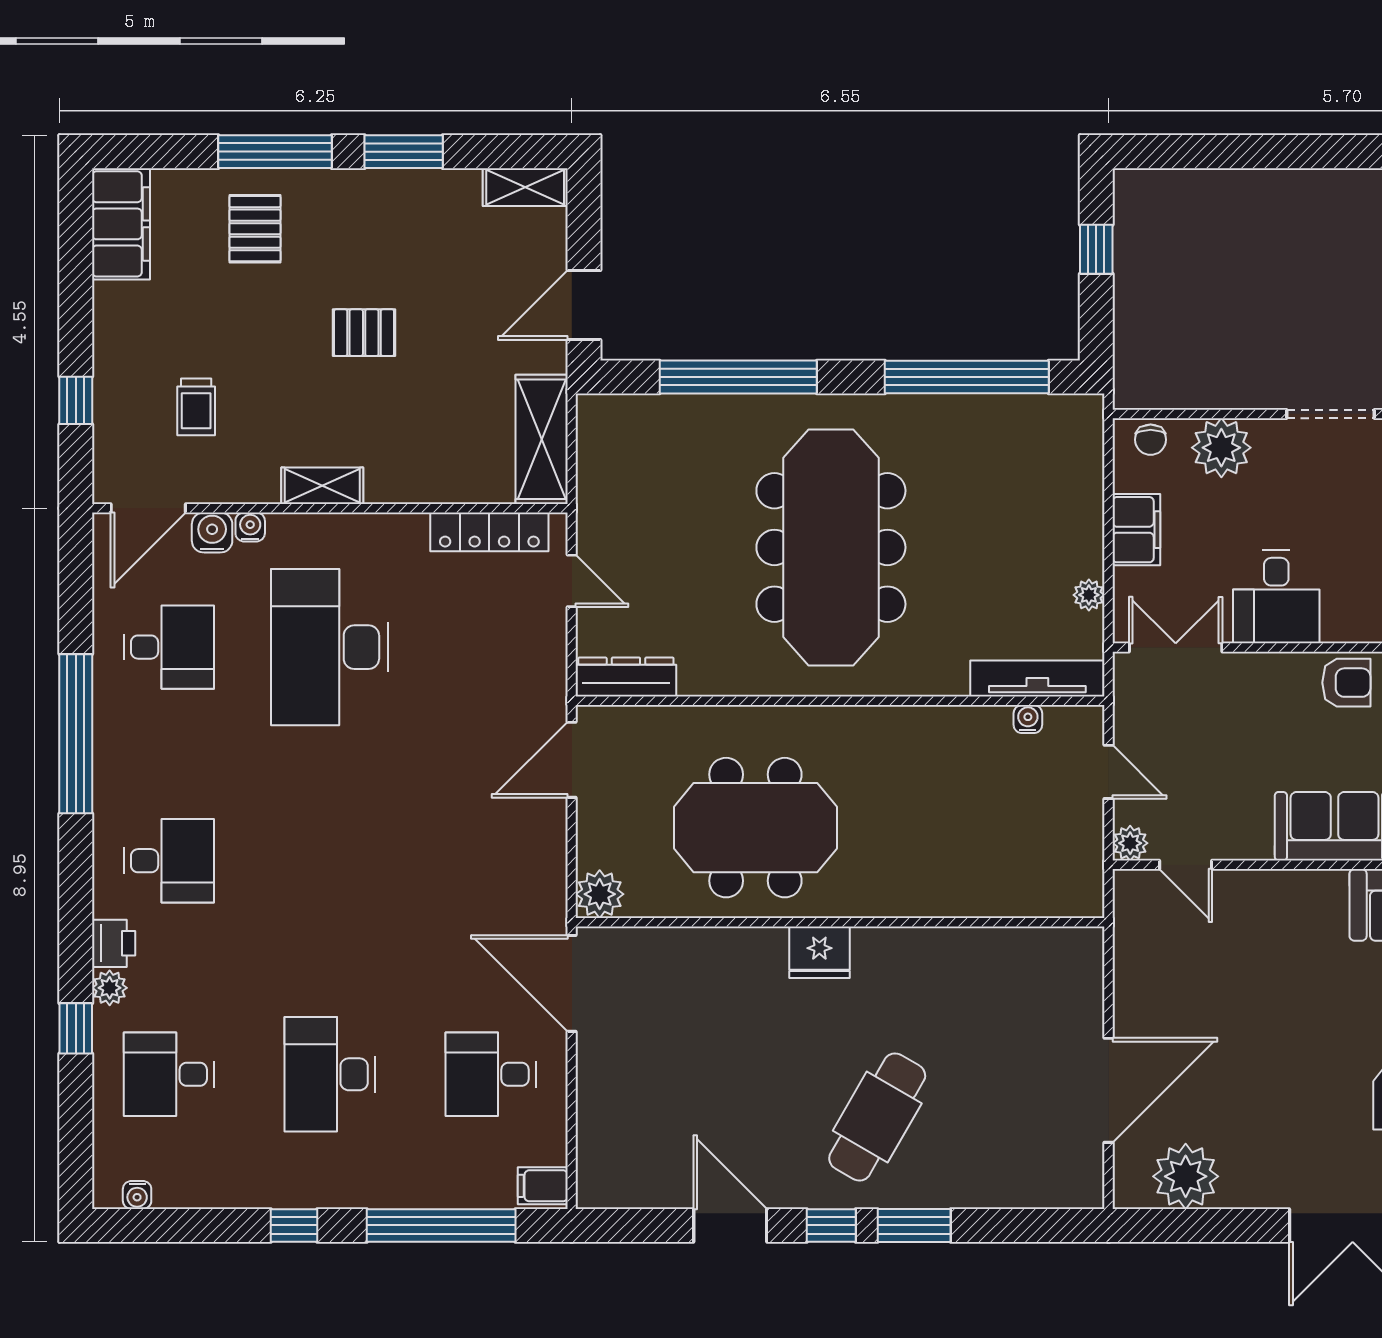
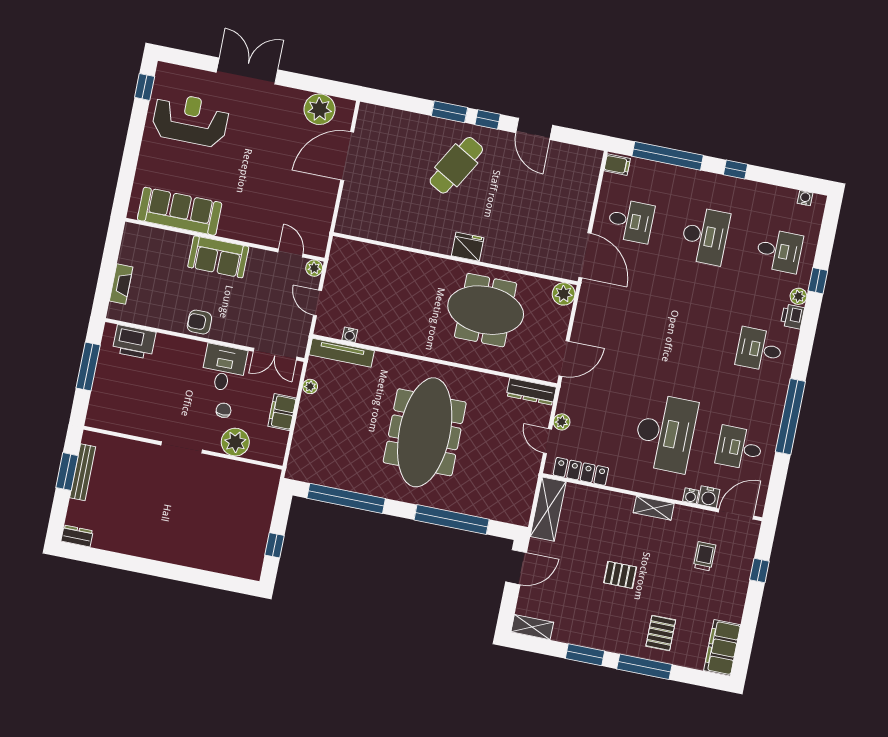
chair: (1151, 440) -> (224, 410), moved
plant: (550, 627) -> (562, 422), added

